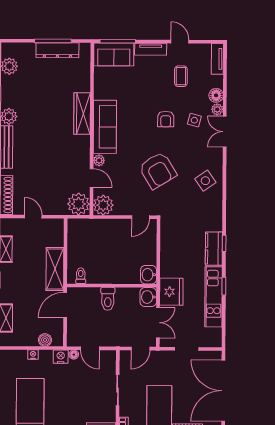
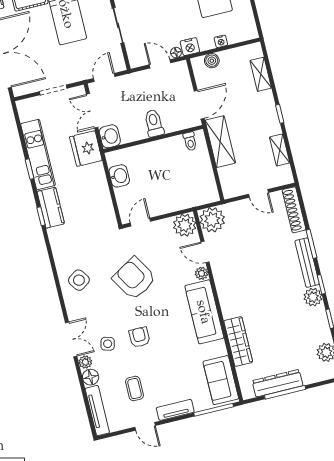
sofa: (114, 54) -> (221, 380), moved, turned -90
tv unit: (217, 59) -> (97, 411), width x1.41
wardrobe: (82, 114) -> (238, 342), moved
washbasin: (149, 275) -> (119, 176), moved

